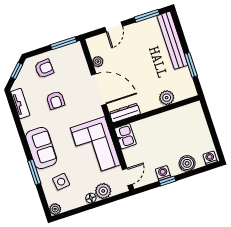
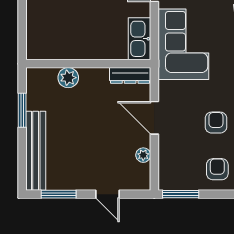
door: (114, 27) -> (107, 194), swing flipped
armchair: (44, 69) -> (217, 169), turned 94
door: (99, 90) -> (154, 118), width x0.73
kitchen sink: (125, 136) -> (139, 39), width x1.38

